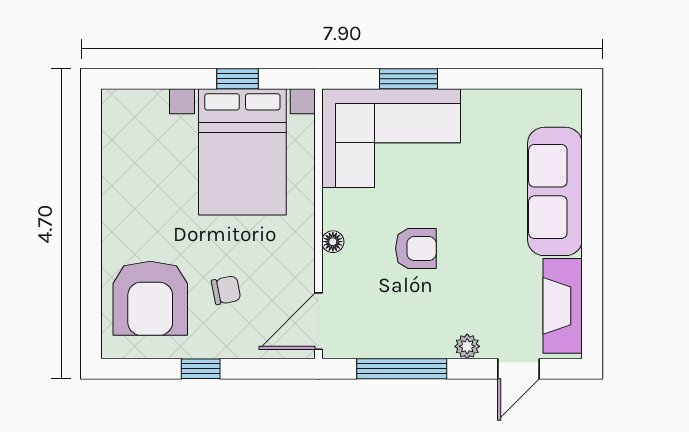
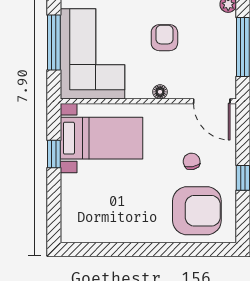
window: (409, 79) -> (54, 42), width x1.44
bed with nightstands: (242, 152) -> (101, 138), width x0.73

